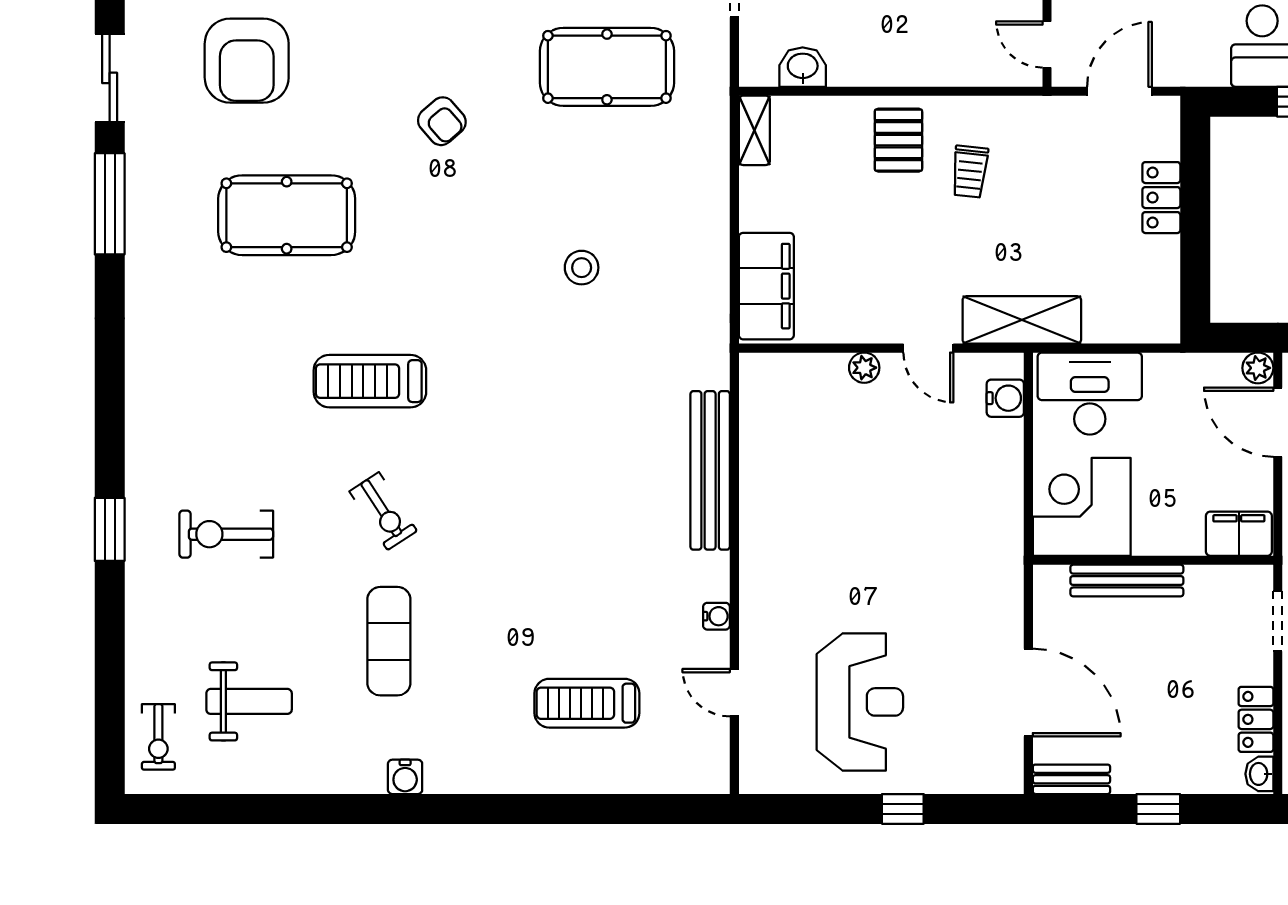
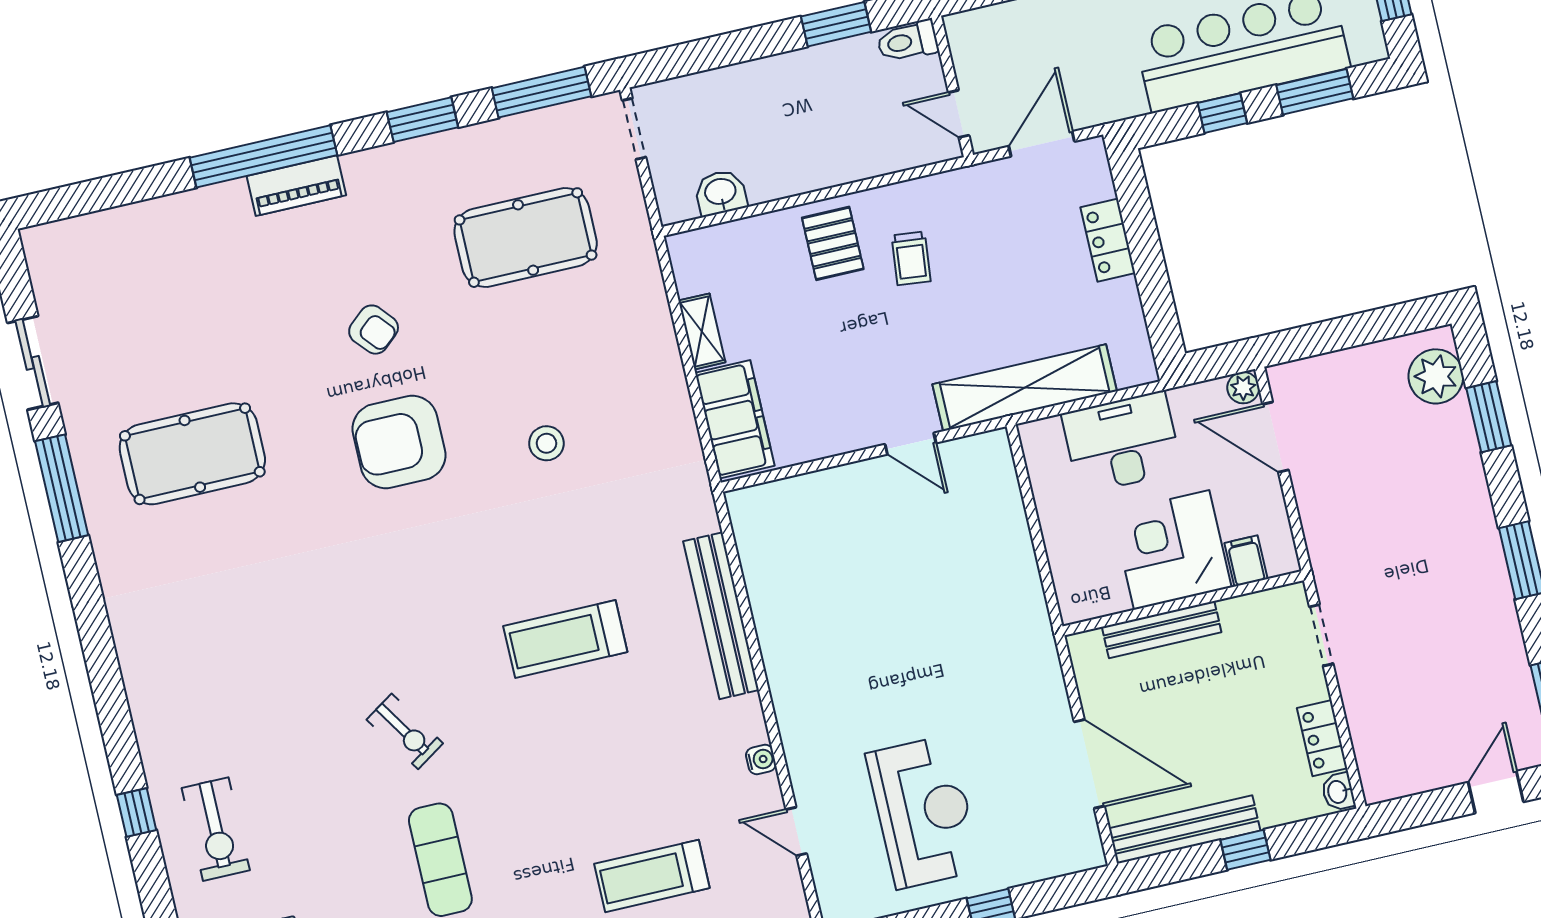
armchair: (247, 61) -> (399, 442), moved, turned 90
shelving: (754, 130) -> (702, 331), moved
pool table: (287, 215) -> (192, 454), moved
shelving: (1022, 320) -> (1025, 388), width x1.47
plant: (864, 368) -> (851, 478), removed
treadmill: (370, 381) -> (565, 639), moved
desk: (1090, 394) -> (1122, 443), moved
water cooler: (1005, 398) -> (999, 476), removed
corner desk: (1082, 507) -> (1172, 550), moved
window: (110, 529) -> (137, 813), width x0.67
exercise bike: (226, 534) -> (216, 829), moved, turned -90
filing cabinet: (1239, 534) -> (1246, 561), width x0.50
bench: (1071, 779) -> (1185, 829), width x1.86, depth x1.21

